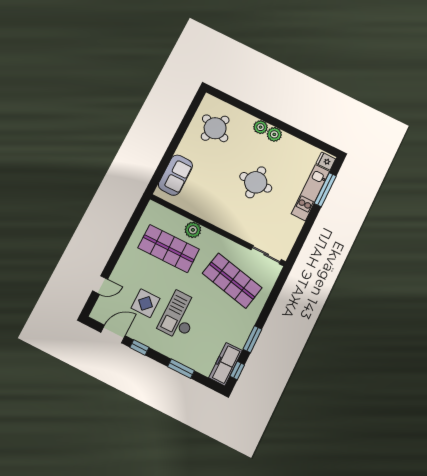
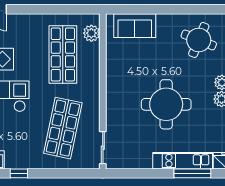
round table: (256, 182) -> (166, 104), width x1.36, depth x1.36
plant: (193, 230) -> (91, 33), moved
window: (252, 339) -> (19, 173), width x0.67

